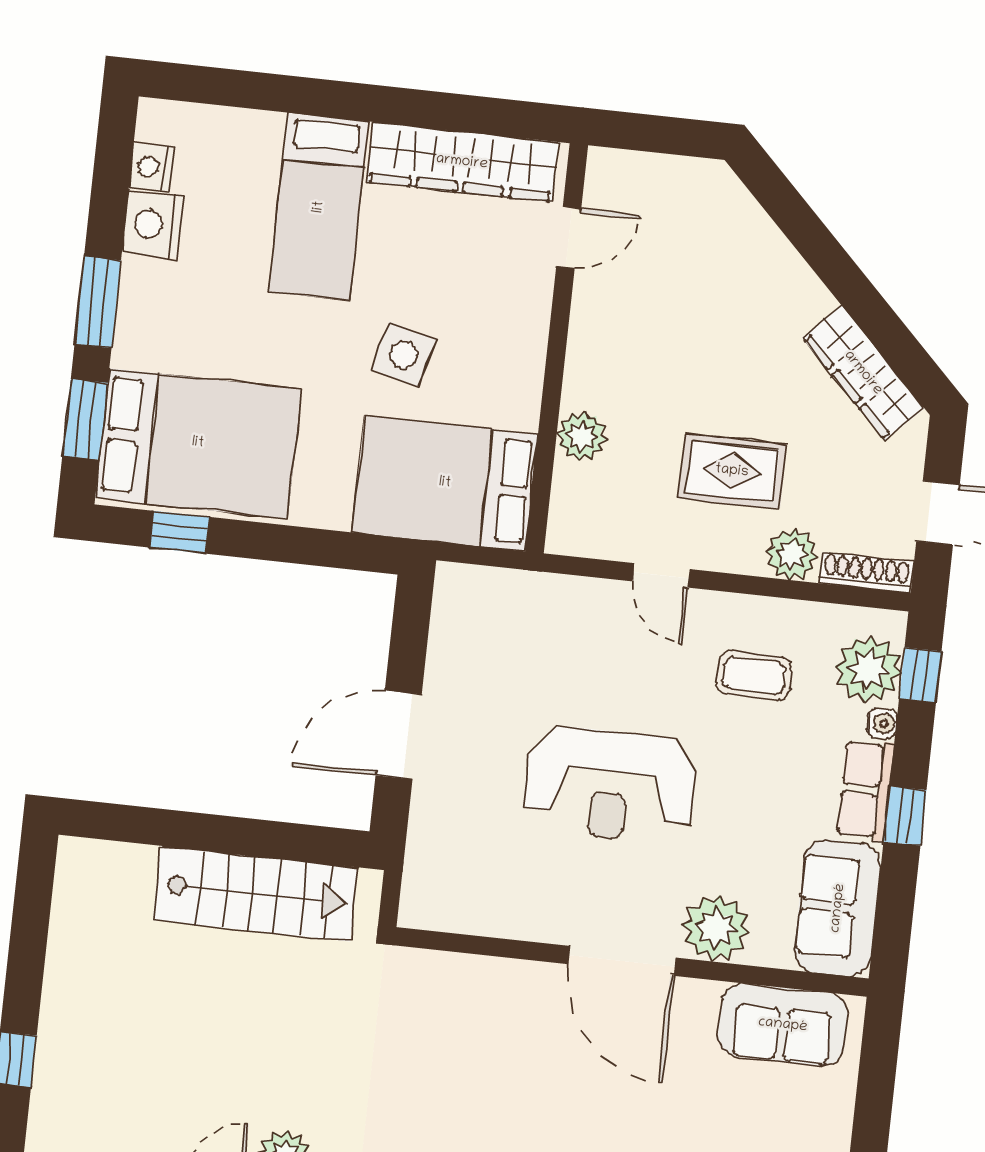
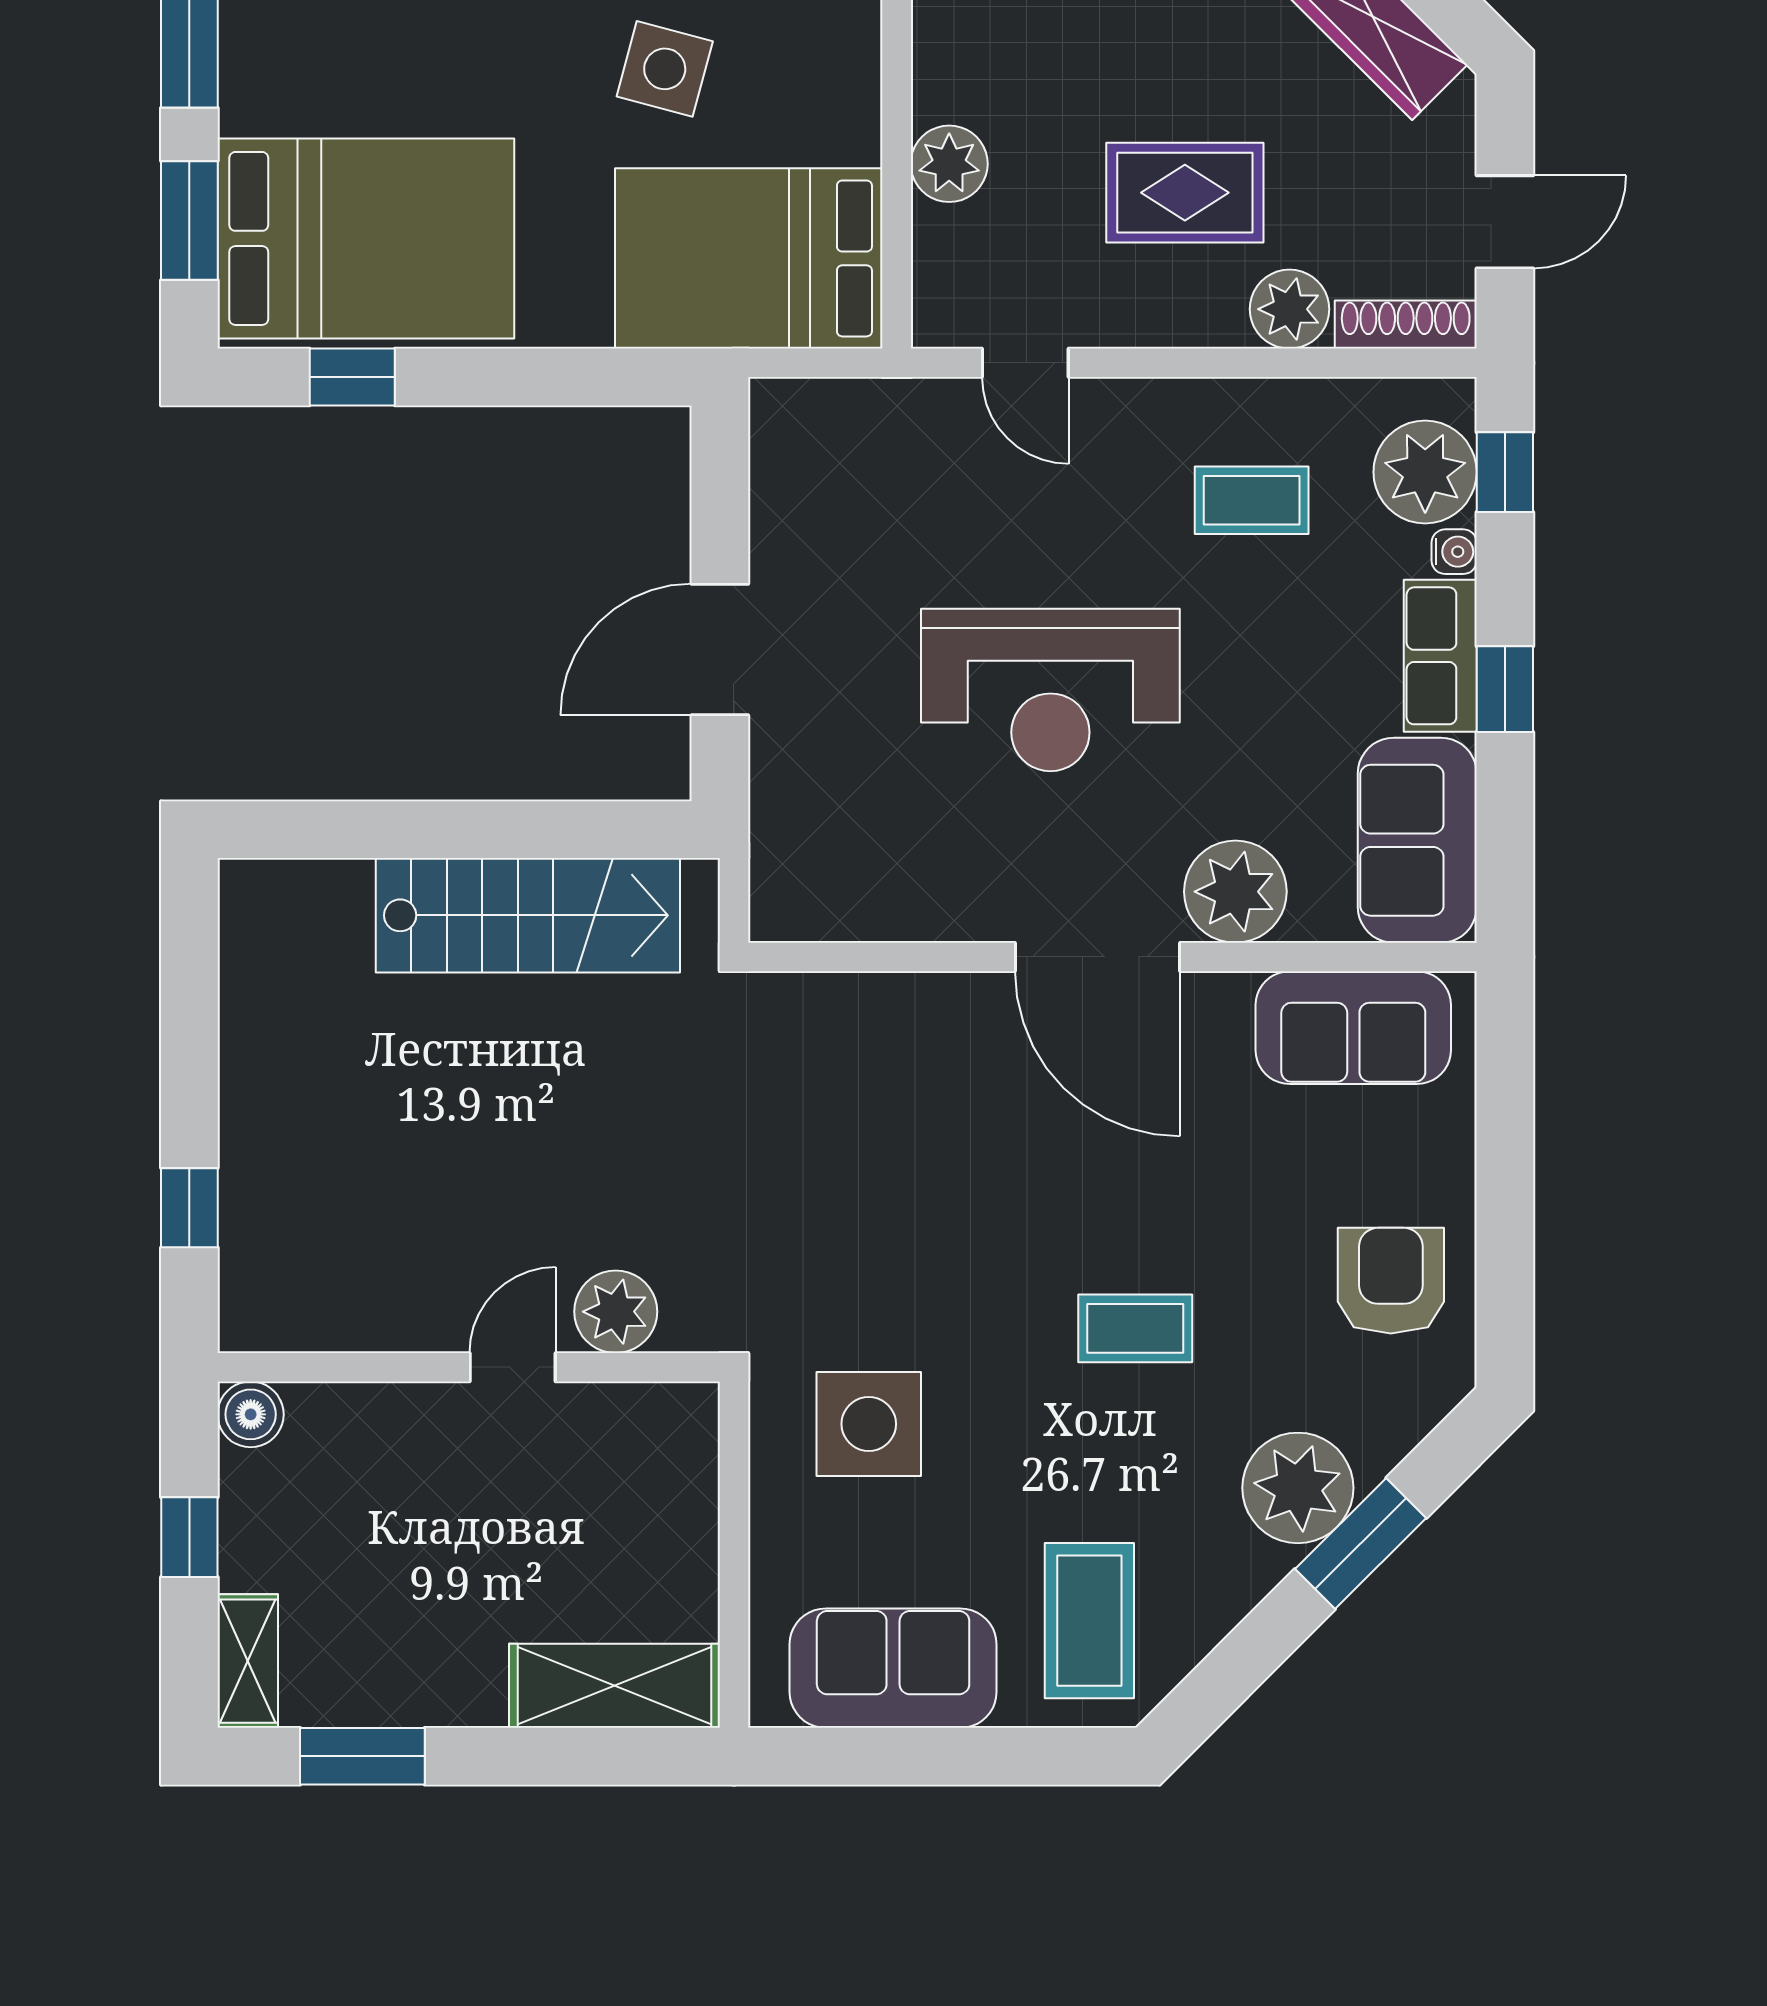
door: (661, 575) -> (1025, 363), moved

